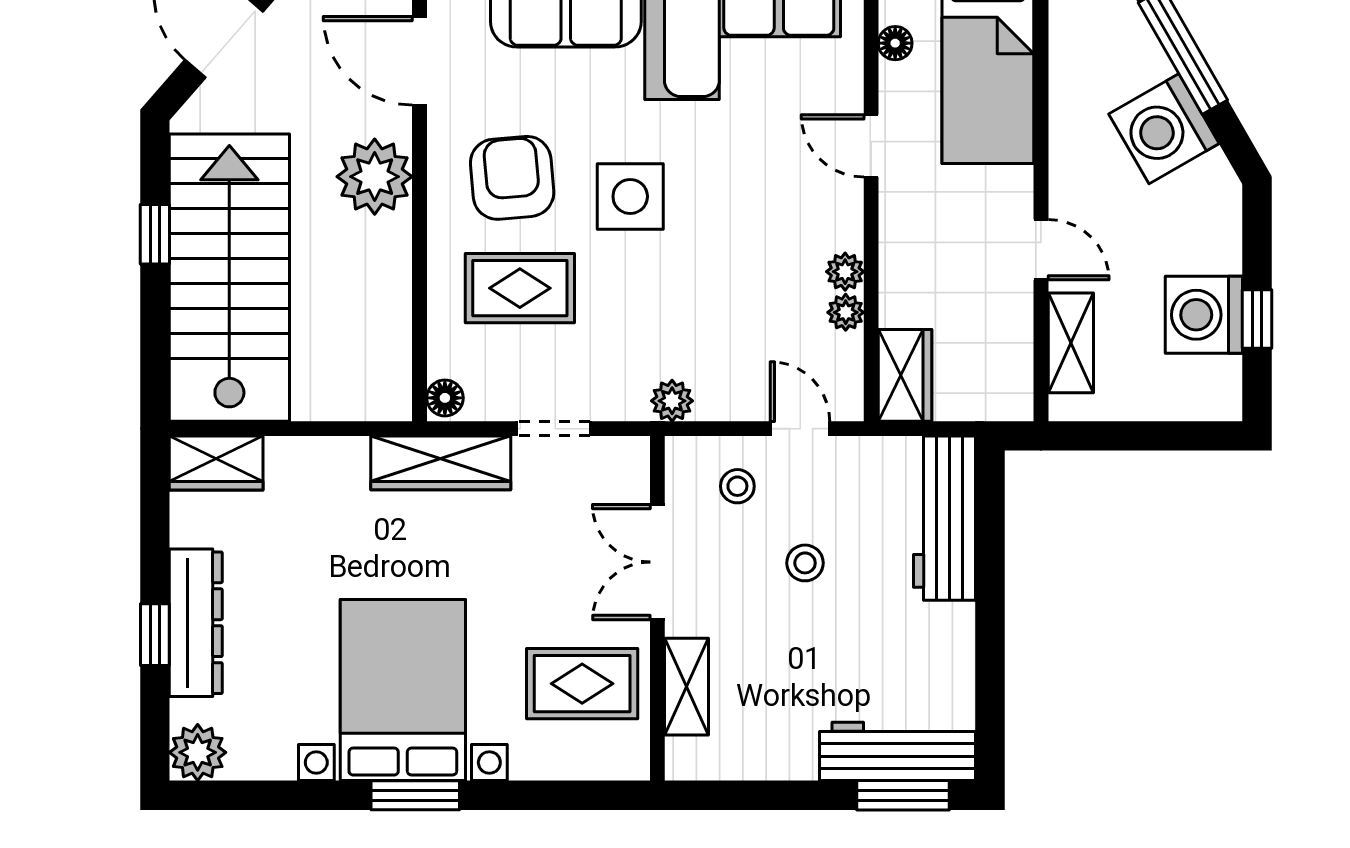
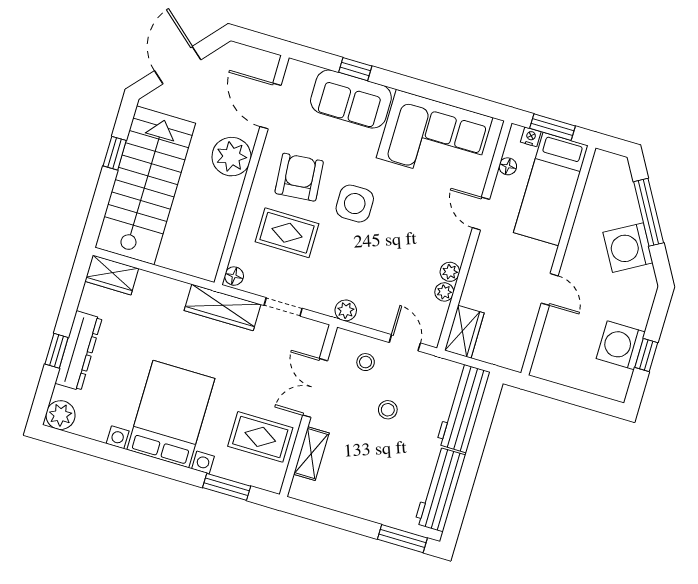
shelving: (1071, 343) -> (551, 340), removed
workbench: (898, 751) -> (440, 489), moved, turned -90
window: (415, 795) -> (227, 487), moved

